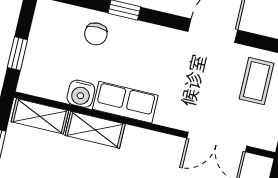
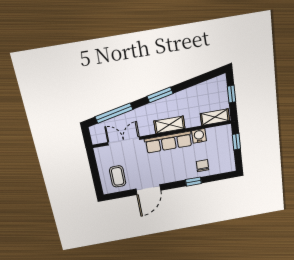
row of seats: (125, 102) -> (169, 142), width x1.48
shelving: (95, 130) -> (169, 125), moved

